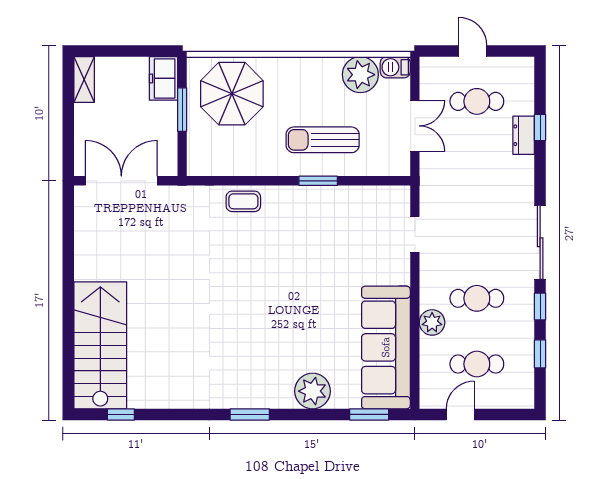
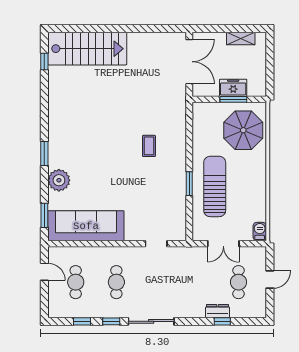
plant: (360, 75) -> (255, 210), removed
freezer: (163, 78) -> (233, 88), moved
shelving: (84, 79) -> (241, 39), moved
sun lounger: (323, 140) -> (215, 186), width x1.36, depth x1.34
coffee table: (243, 201) -> (149, 146), moved
plant: (432, 322) -> (101, 254), removed
window: (250, 414) -> (44, 153), moved

